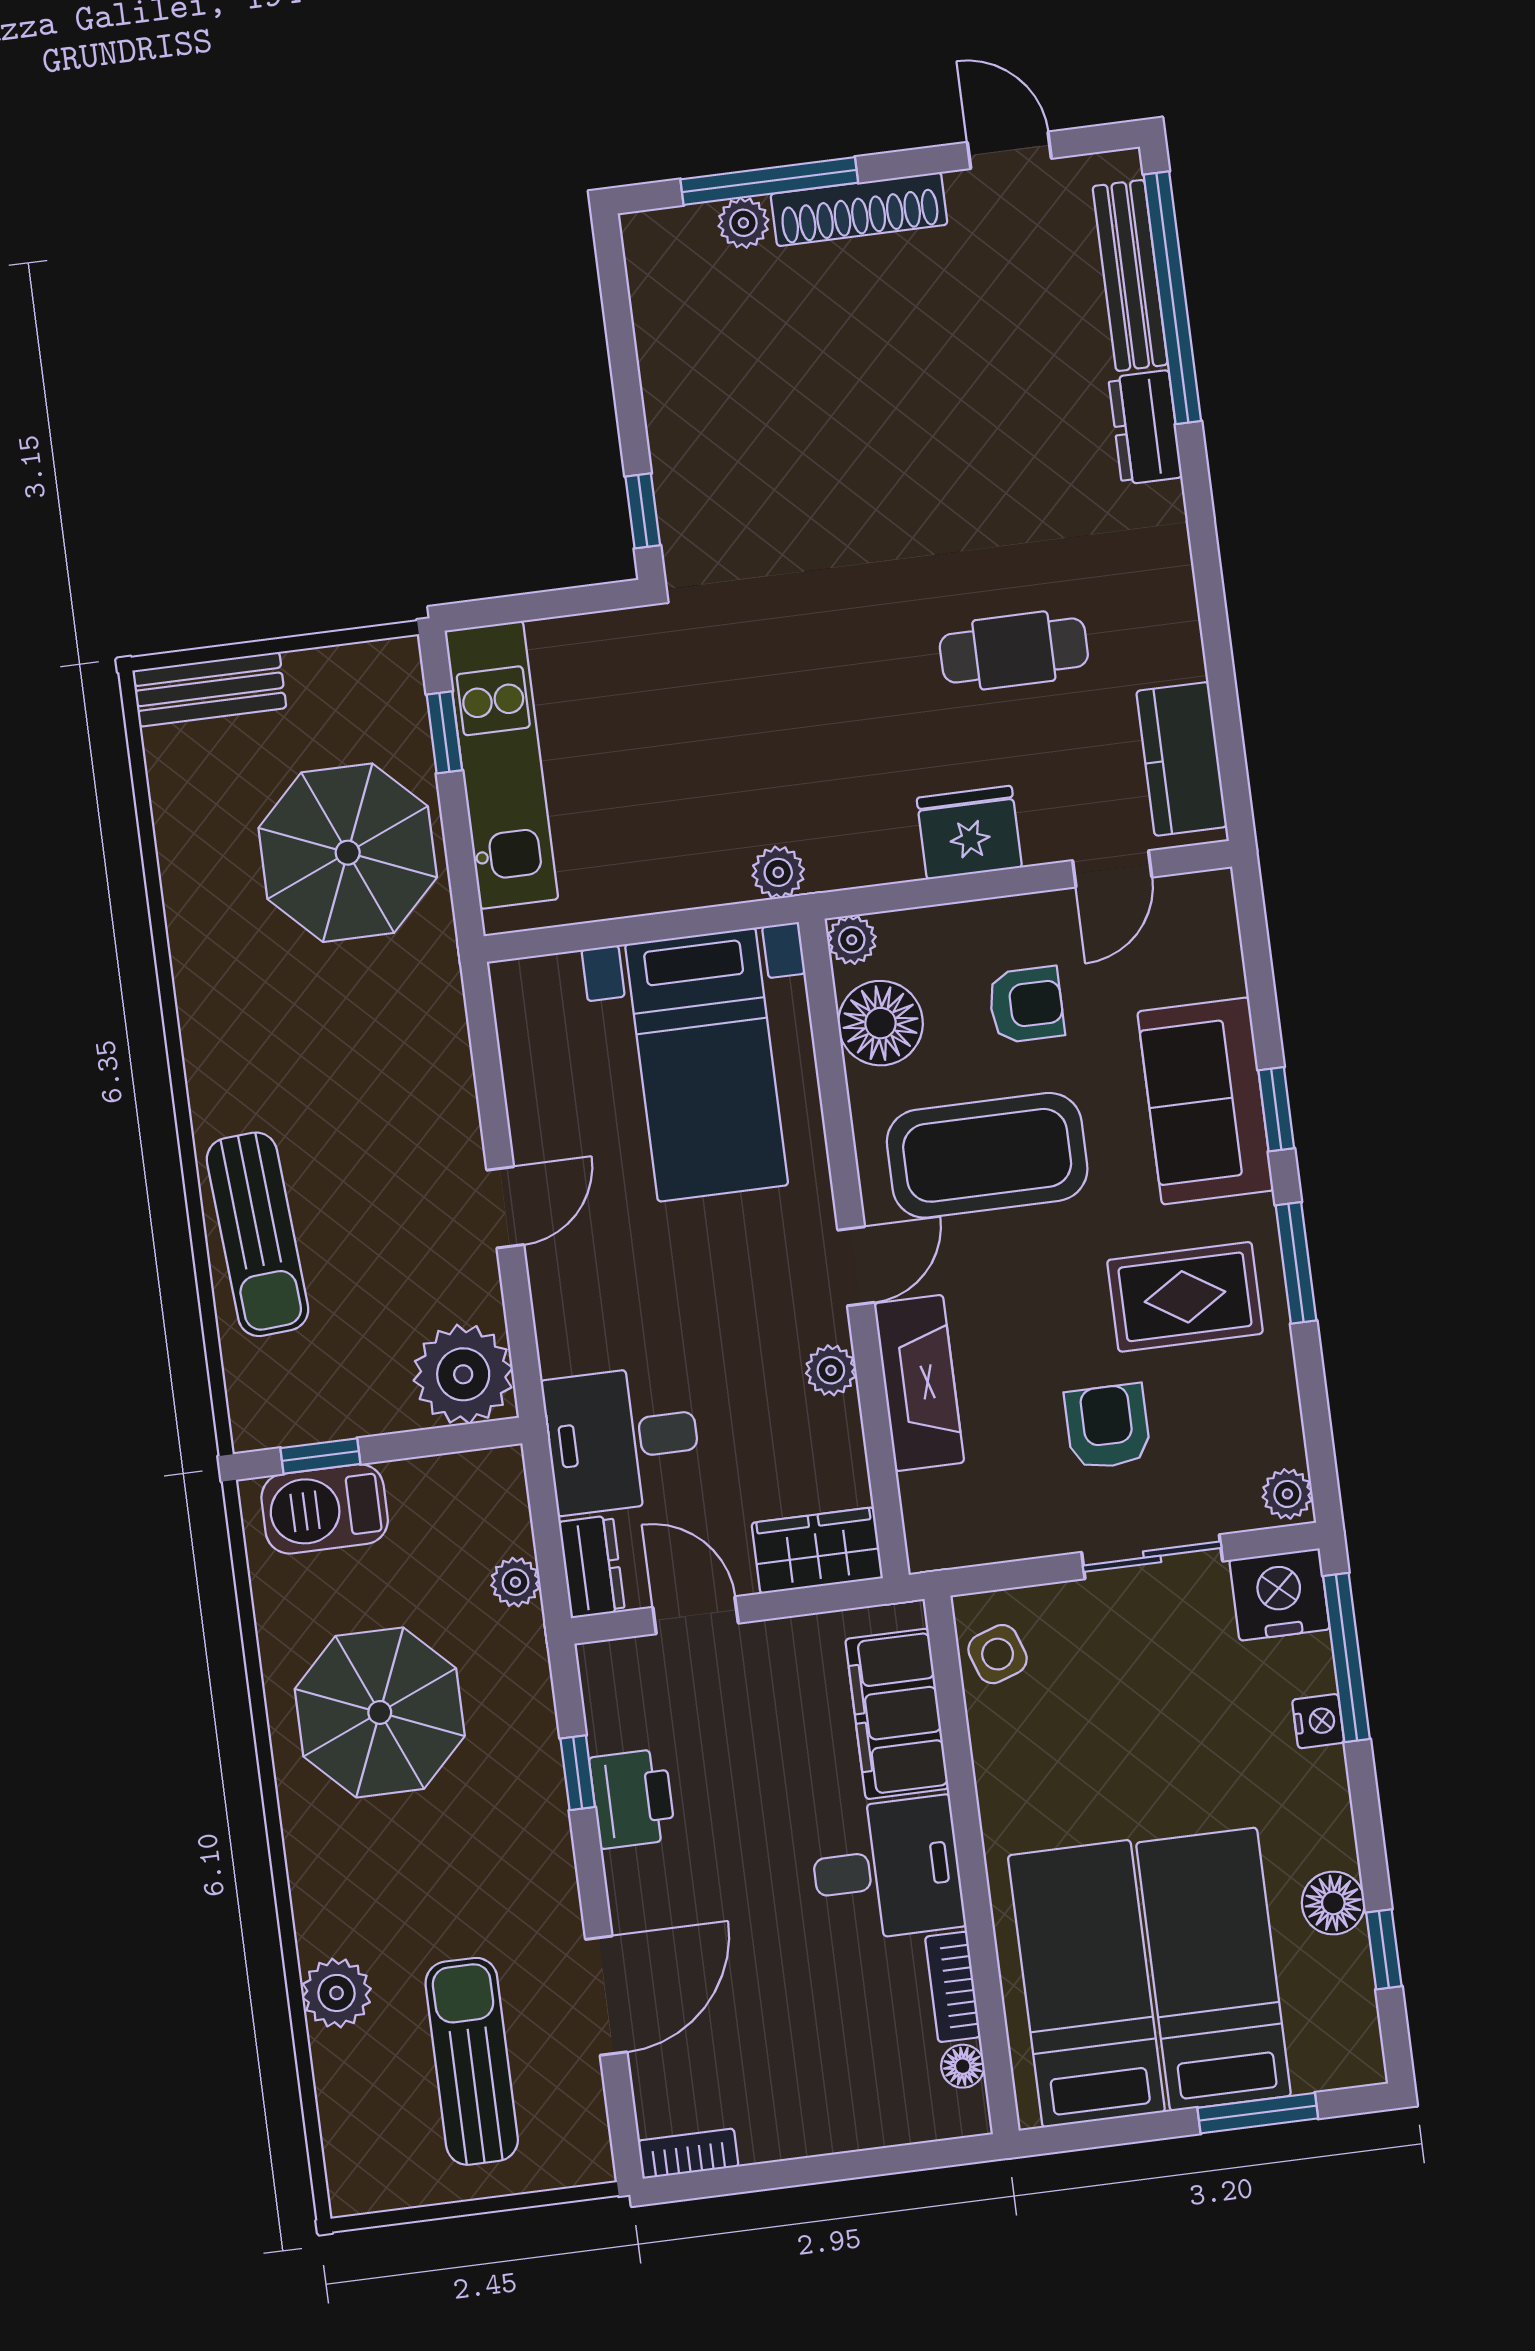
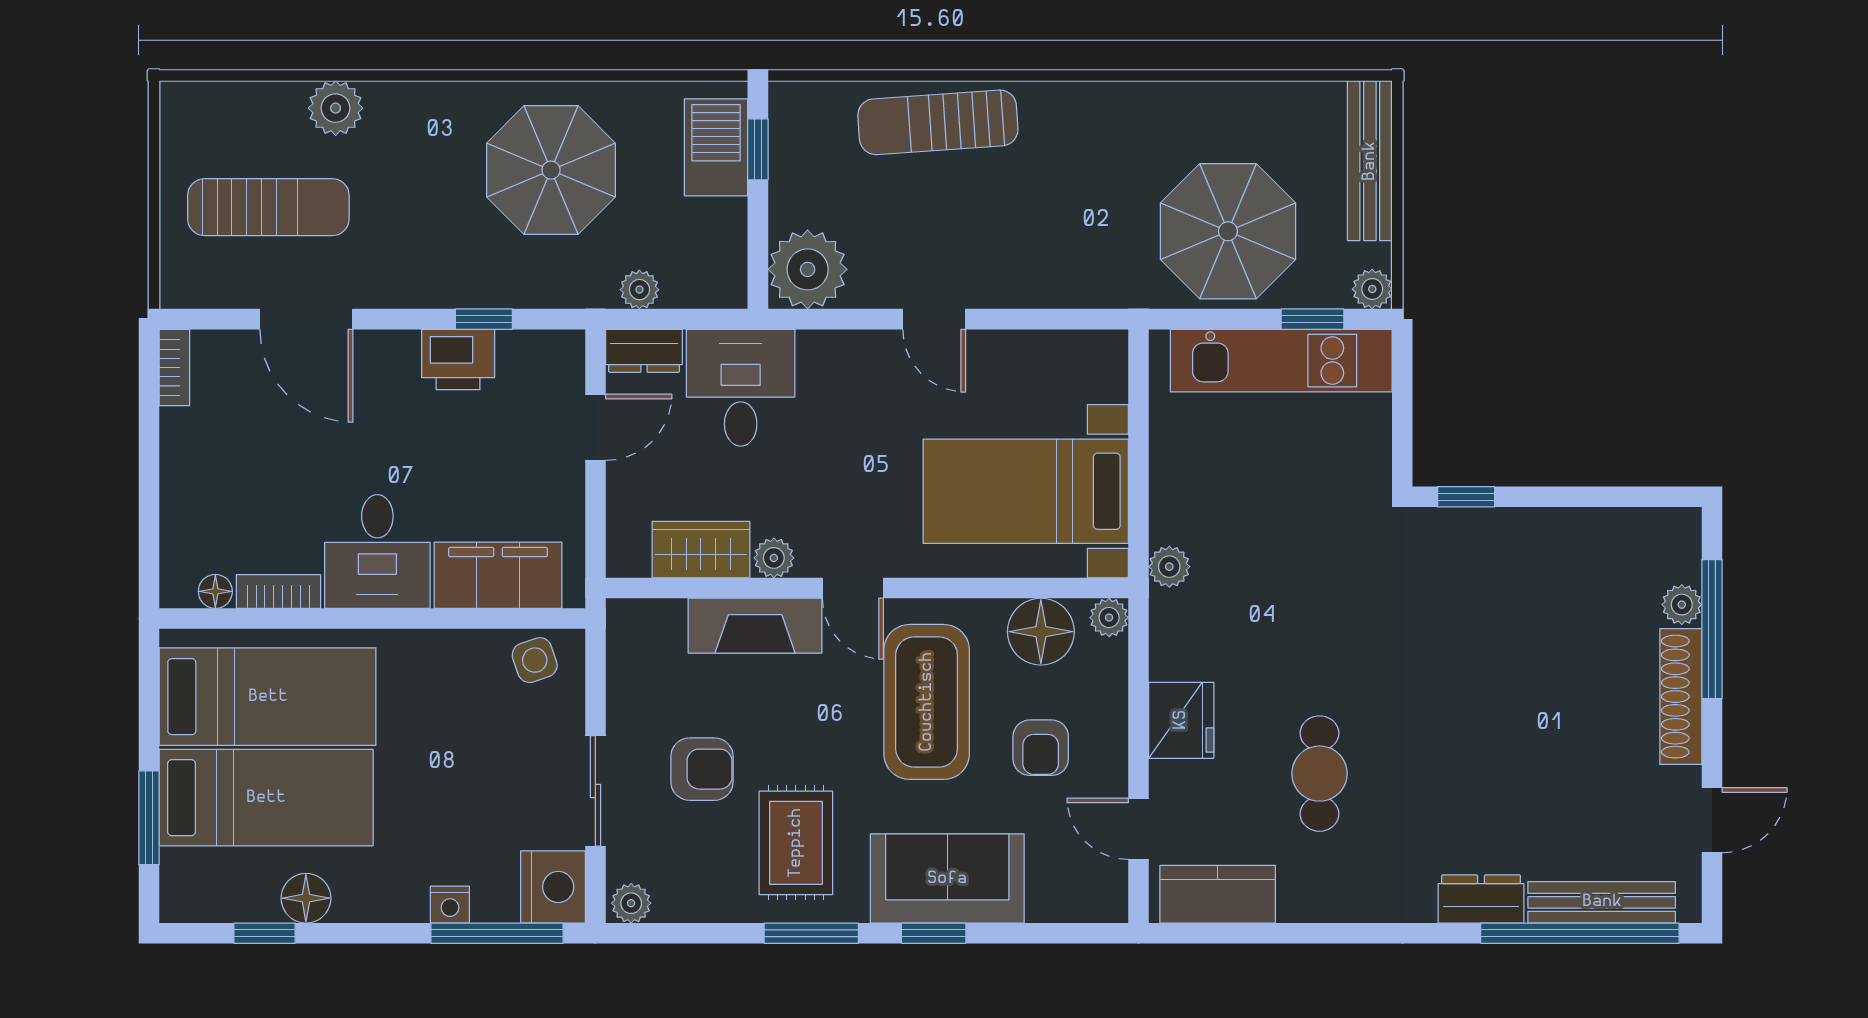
plant: (397, 662) -> (1372, 289), added
bench: (209, 689) -> (1370, 161), width x1.36
wardrobe: (817, 1551) -> (701, 550), moved, turned -90

